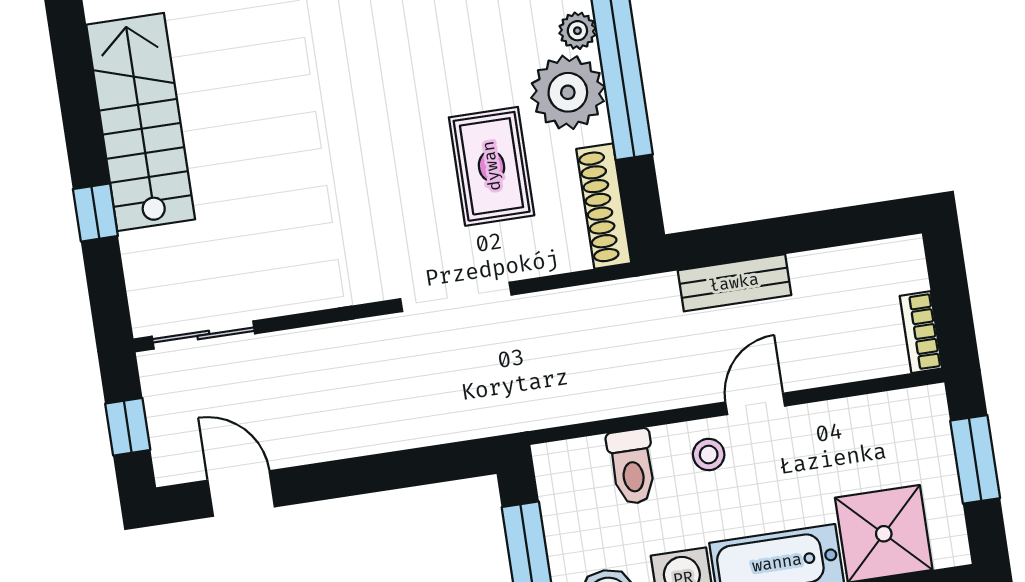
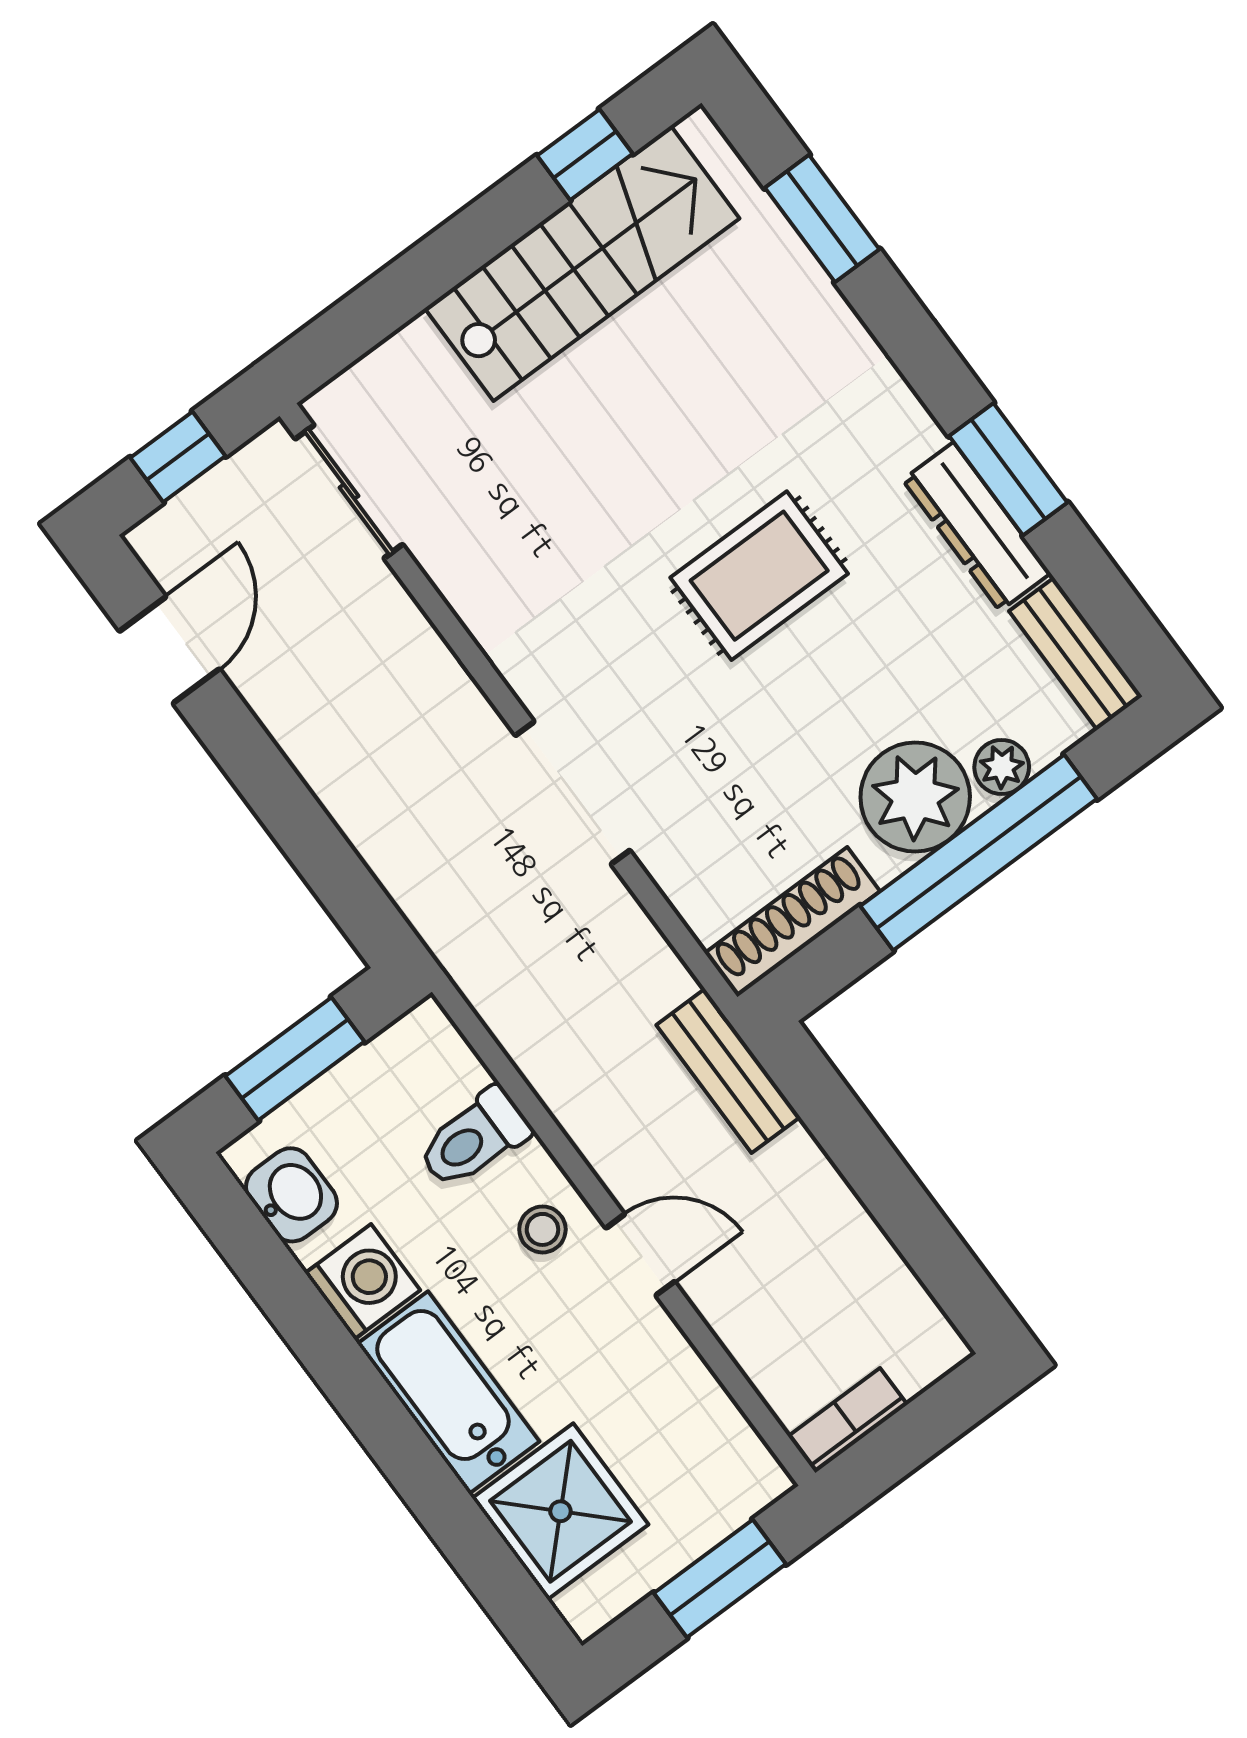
rug: (492, 166) -> (759, 576), moved
window: (95, 213) -> (585, 155), moved
bench: (734, 283) -> (728, 1071), moved

